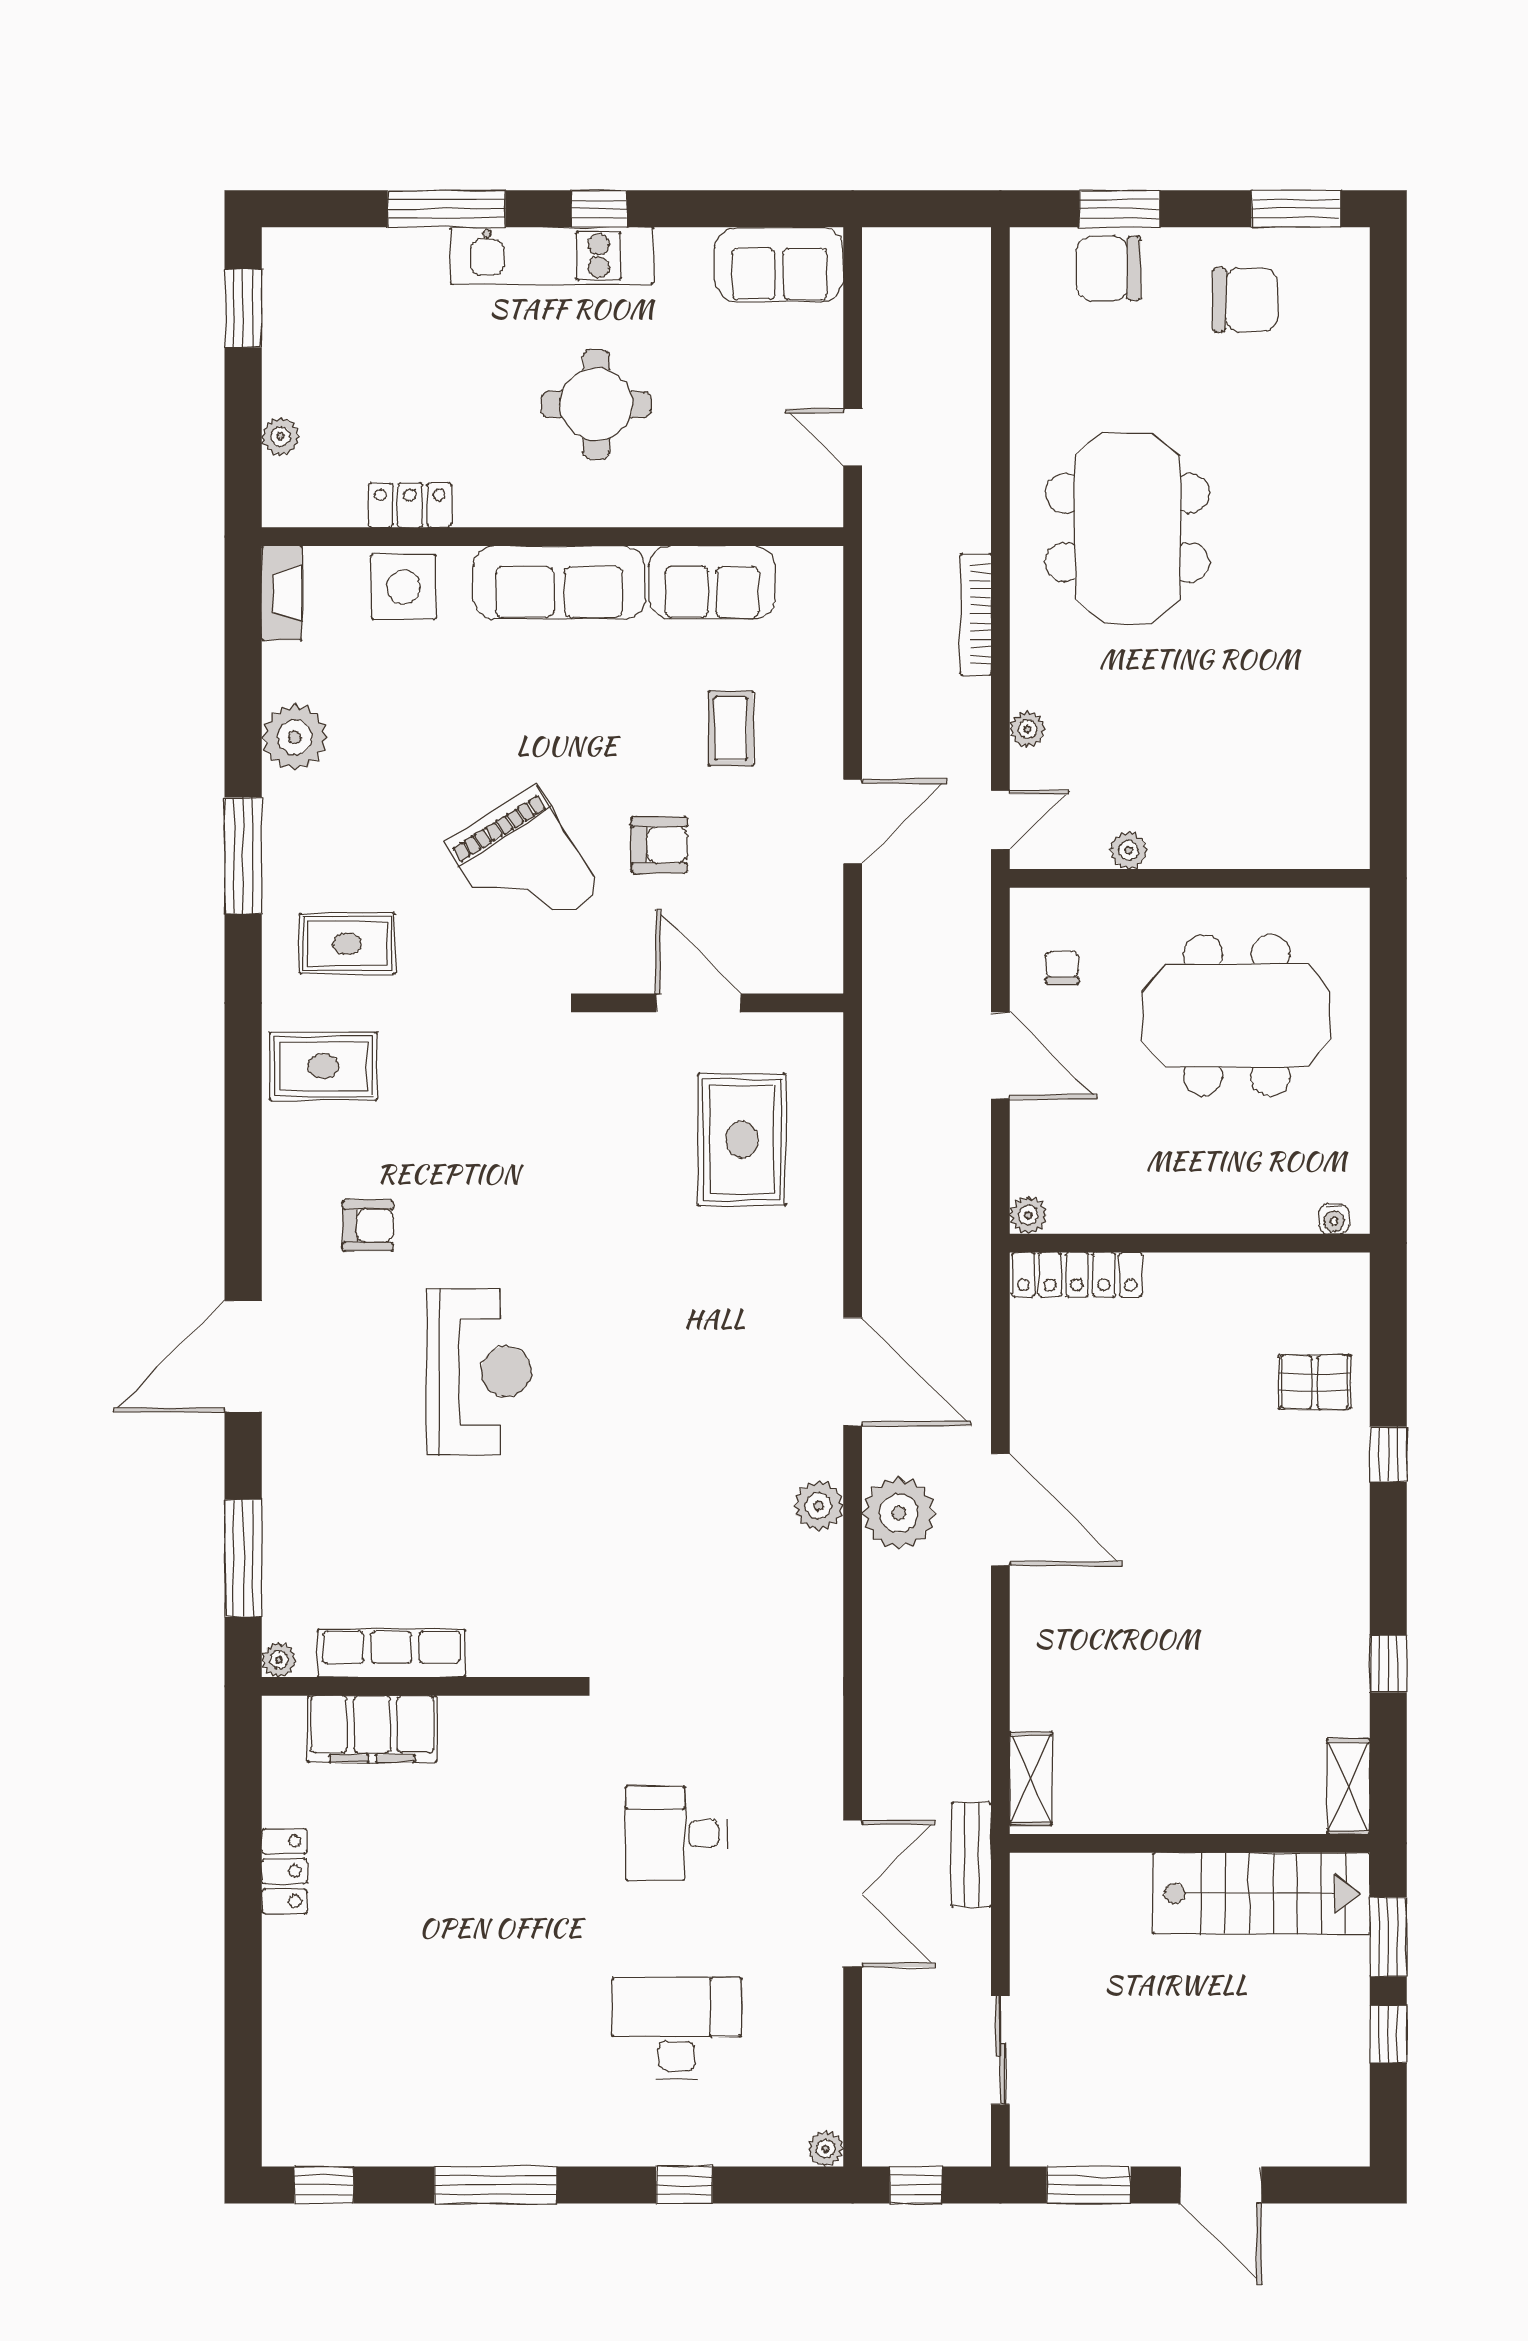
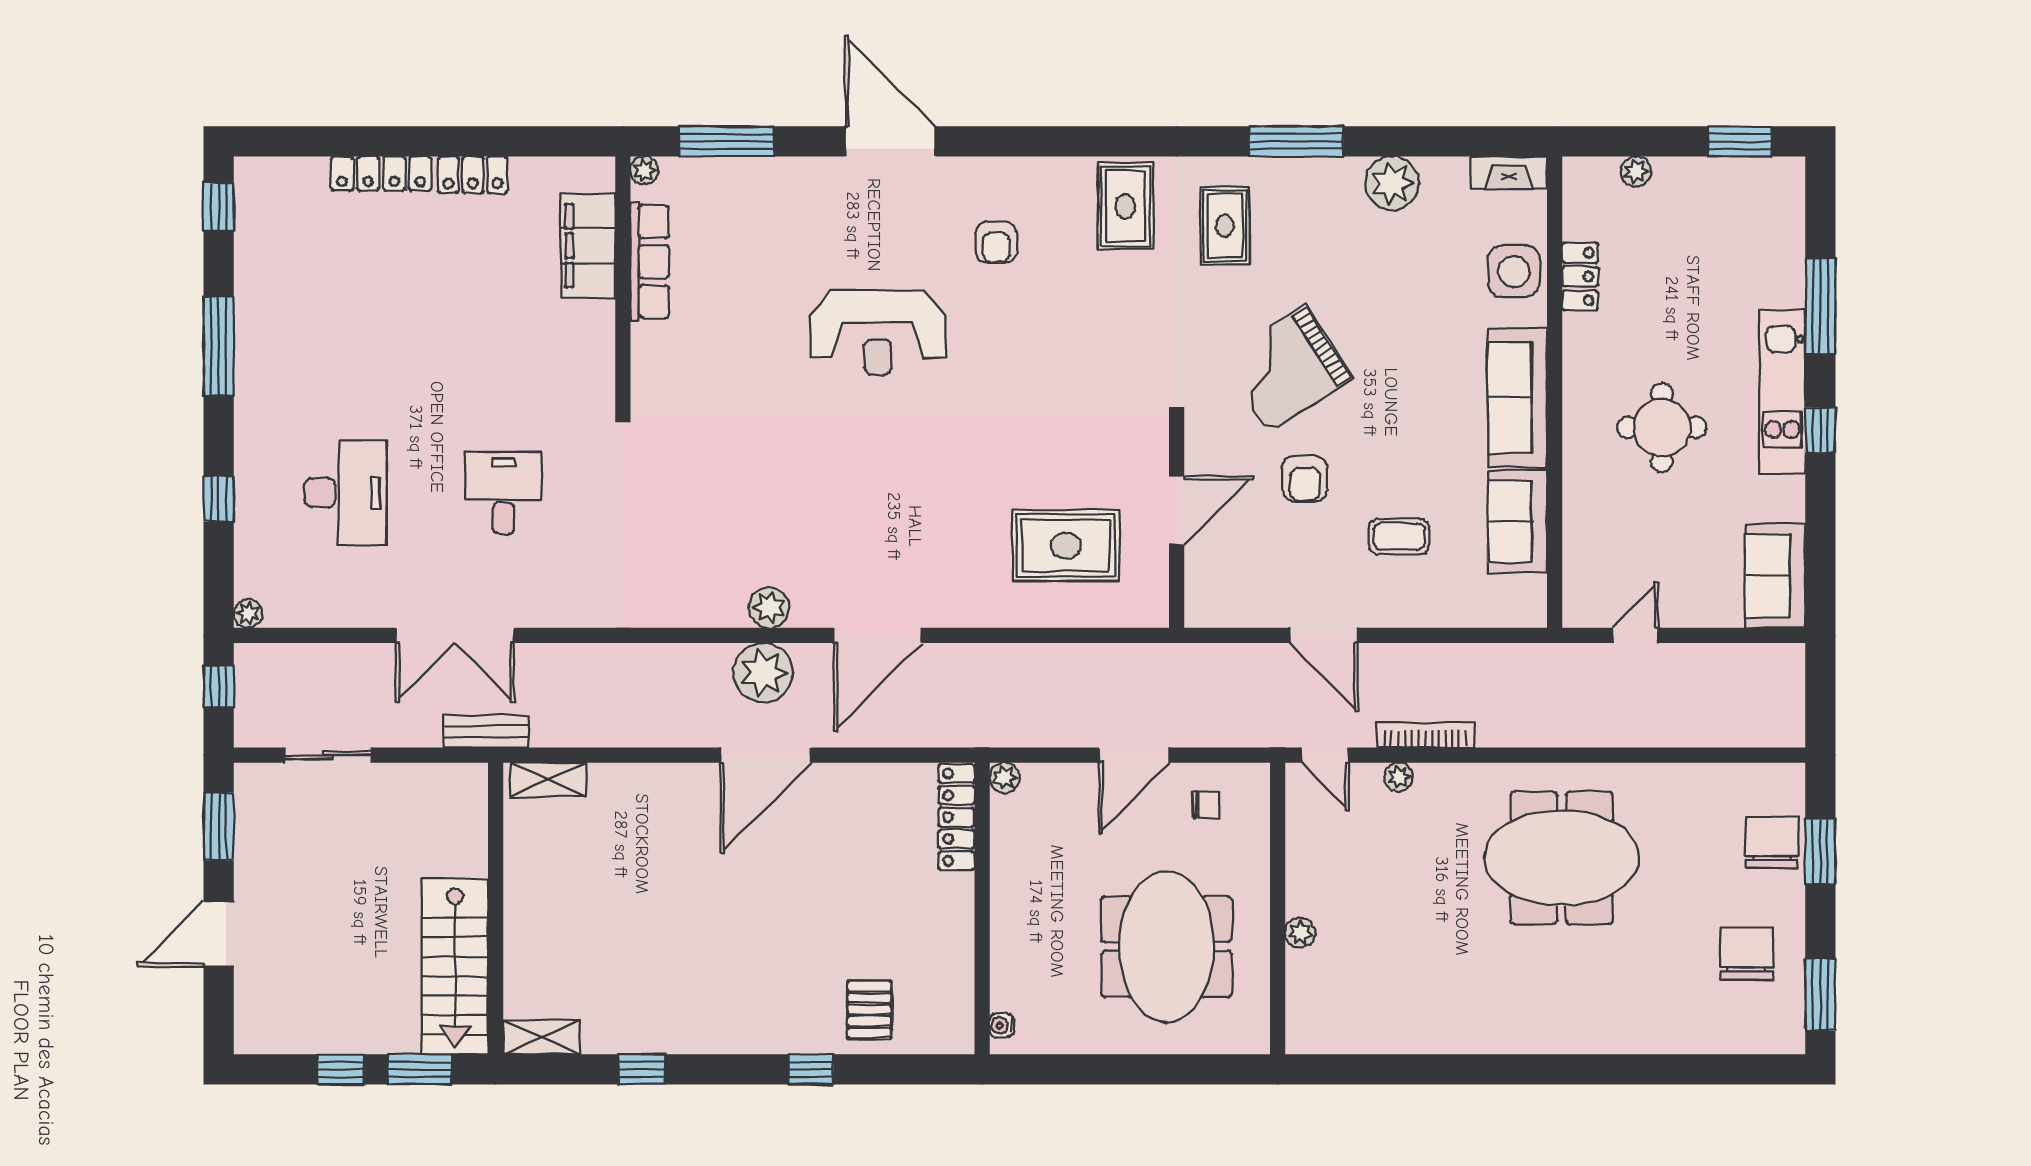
chair: (1245, 300) -> (1747, 954), turned 180
bookcase: (976, 614) -> (1426, 735), moved
plant: (1129, 850) -> (1300, 933), moved
locker: (283, 1984) -> (381, 174), added

